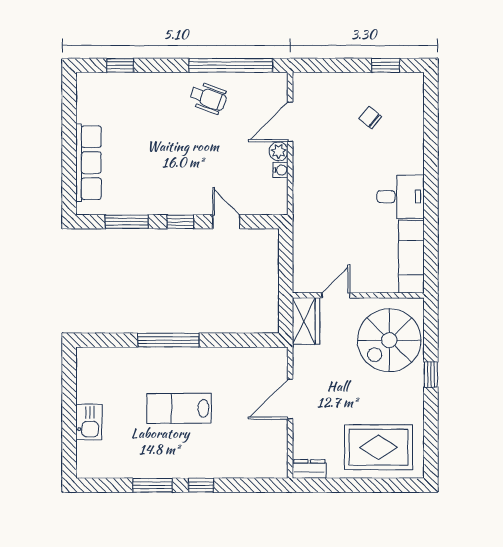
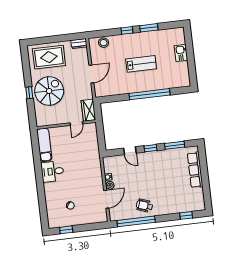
window: (168, 340) -> (149, 94), width x1.46
spiral stairs: (389, 340) -> (49, 91), moved
stool: (255, 465) -> (104, 43), added

